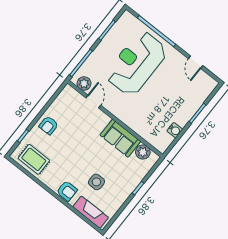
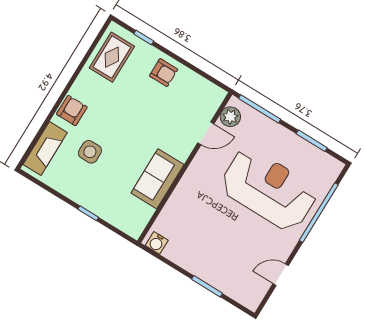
armchair: (49, 125) -> (164, 73), turned 180
water cooler: (175, 130) -> (157, 243), moved
plant: (143, 152) -> (141, 214), removed
armchair: (67, 191) -> (72, 111), turned 180

